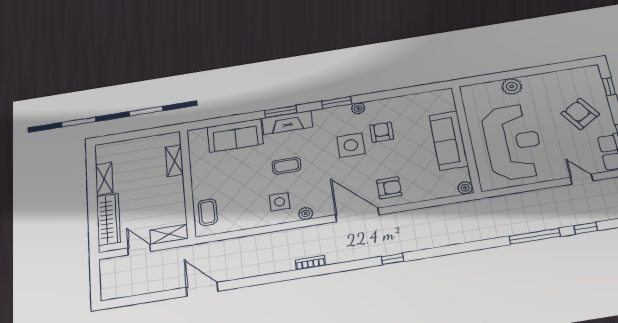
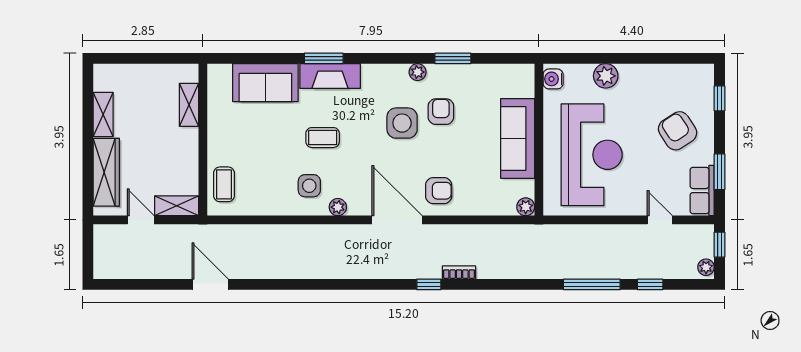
water cooler: (469, 95) -> (553, 79), added
window: (337, 103) -> (453, 58), moved
bookcase: (310, 263) -> (459, 272), moved

